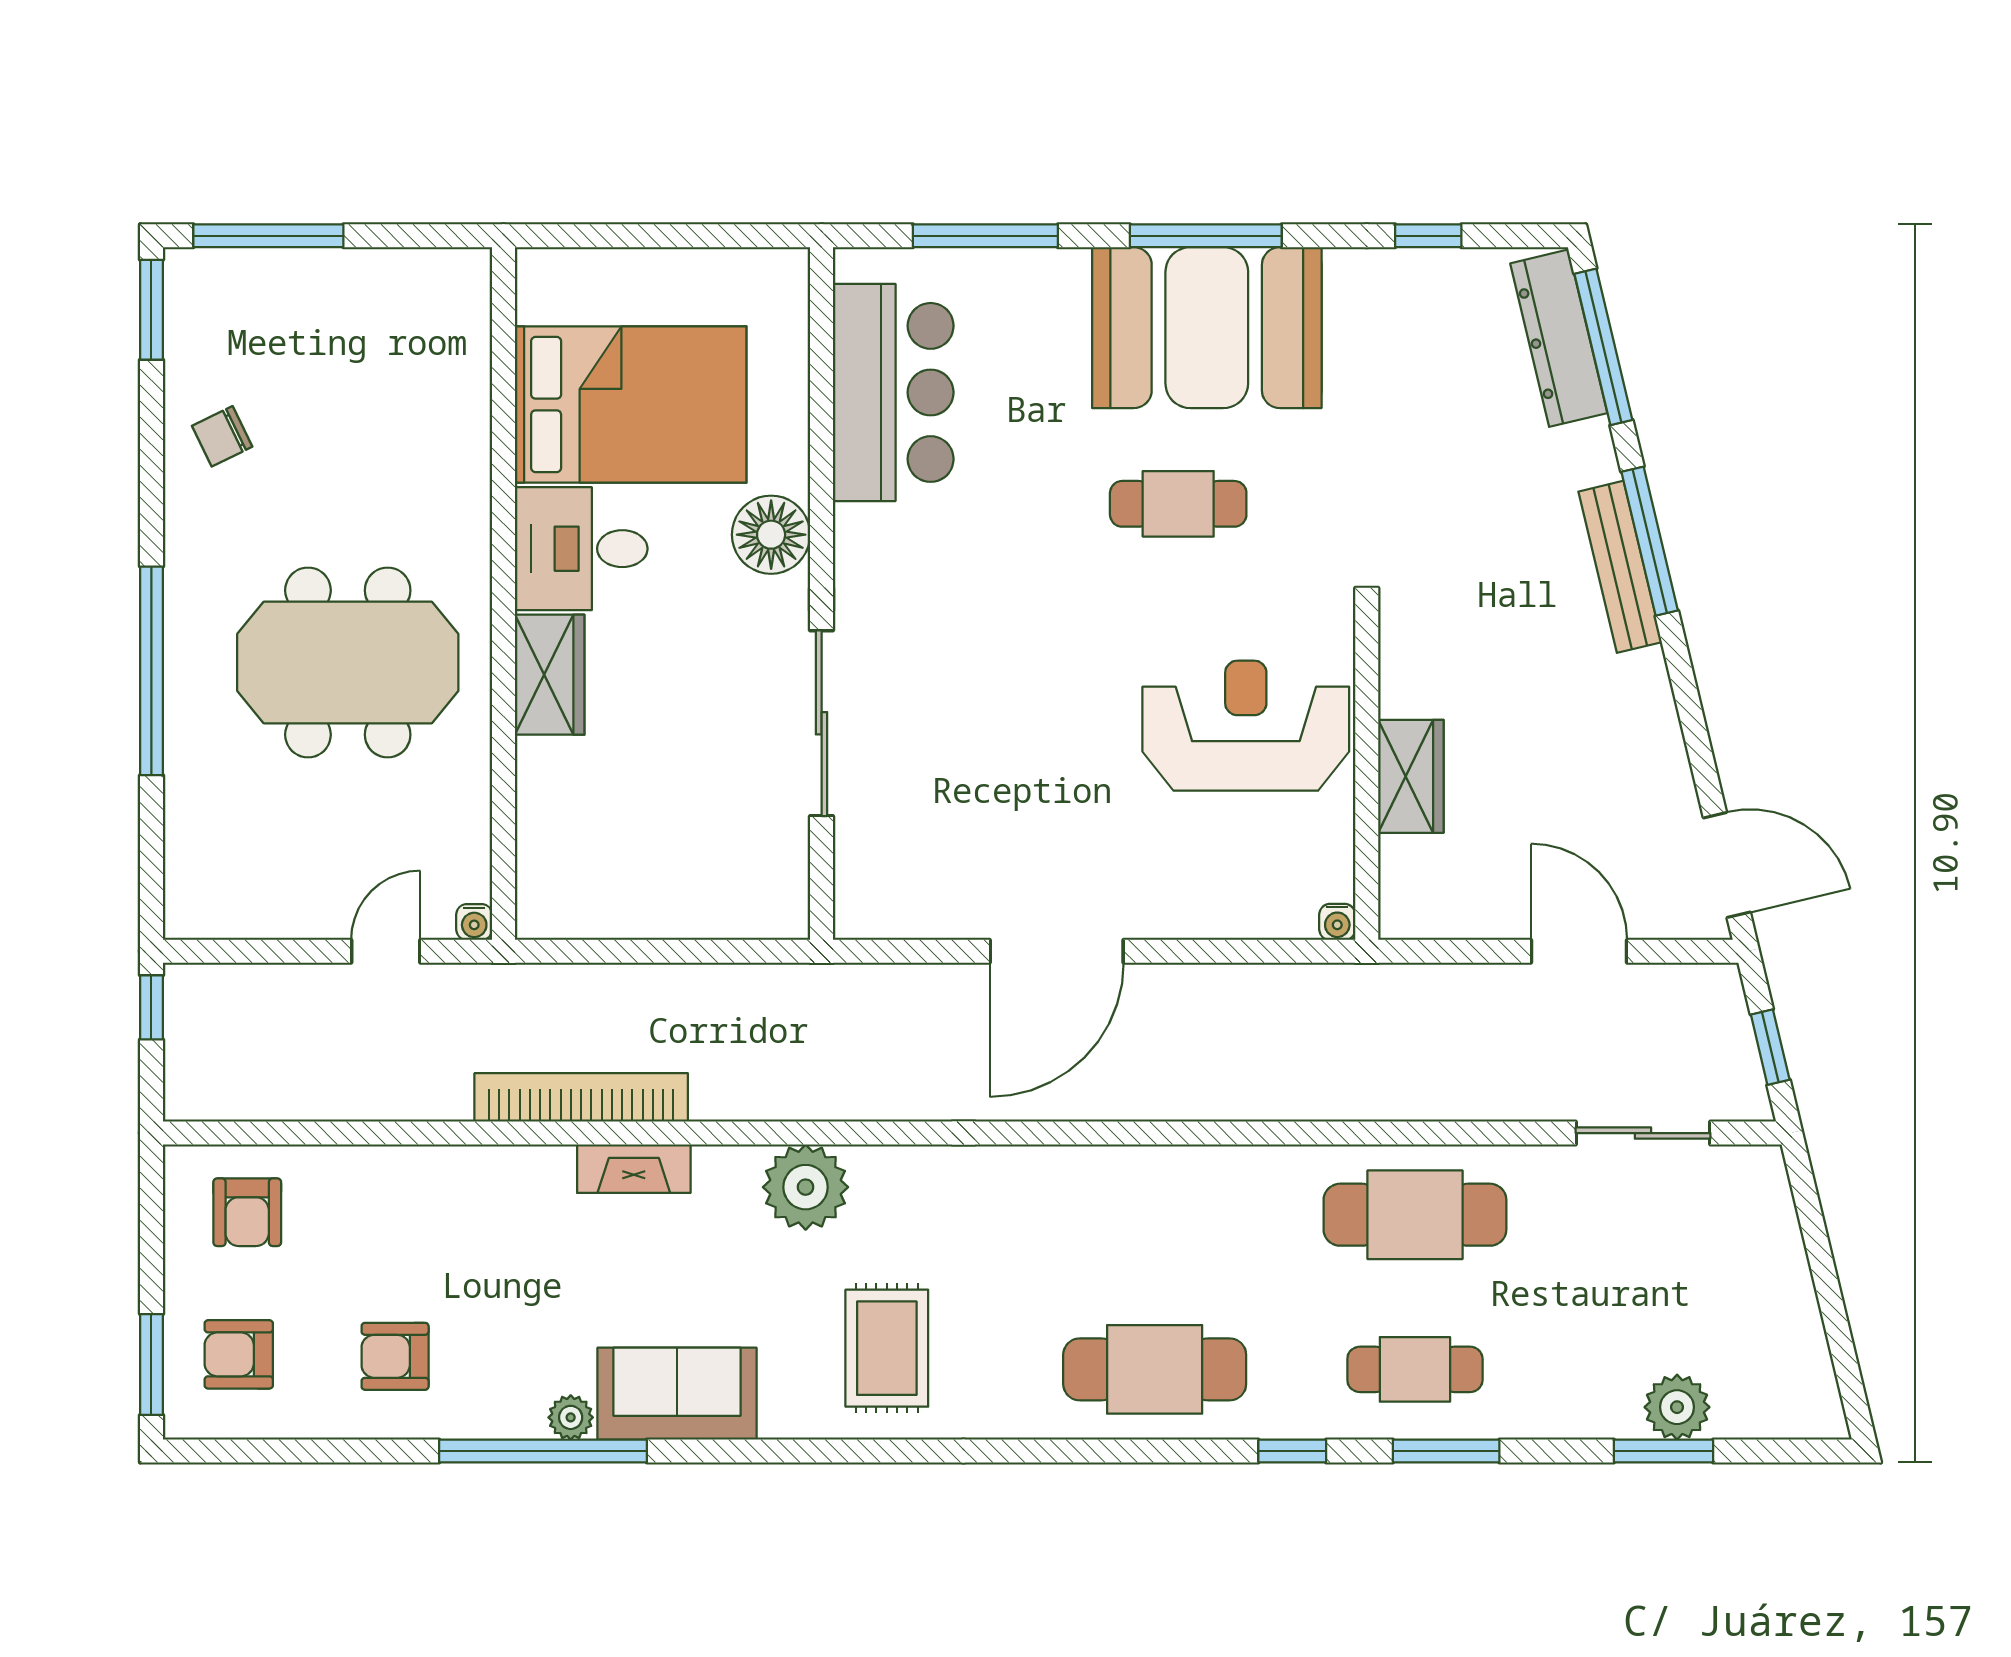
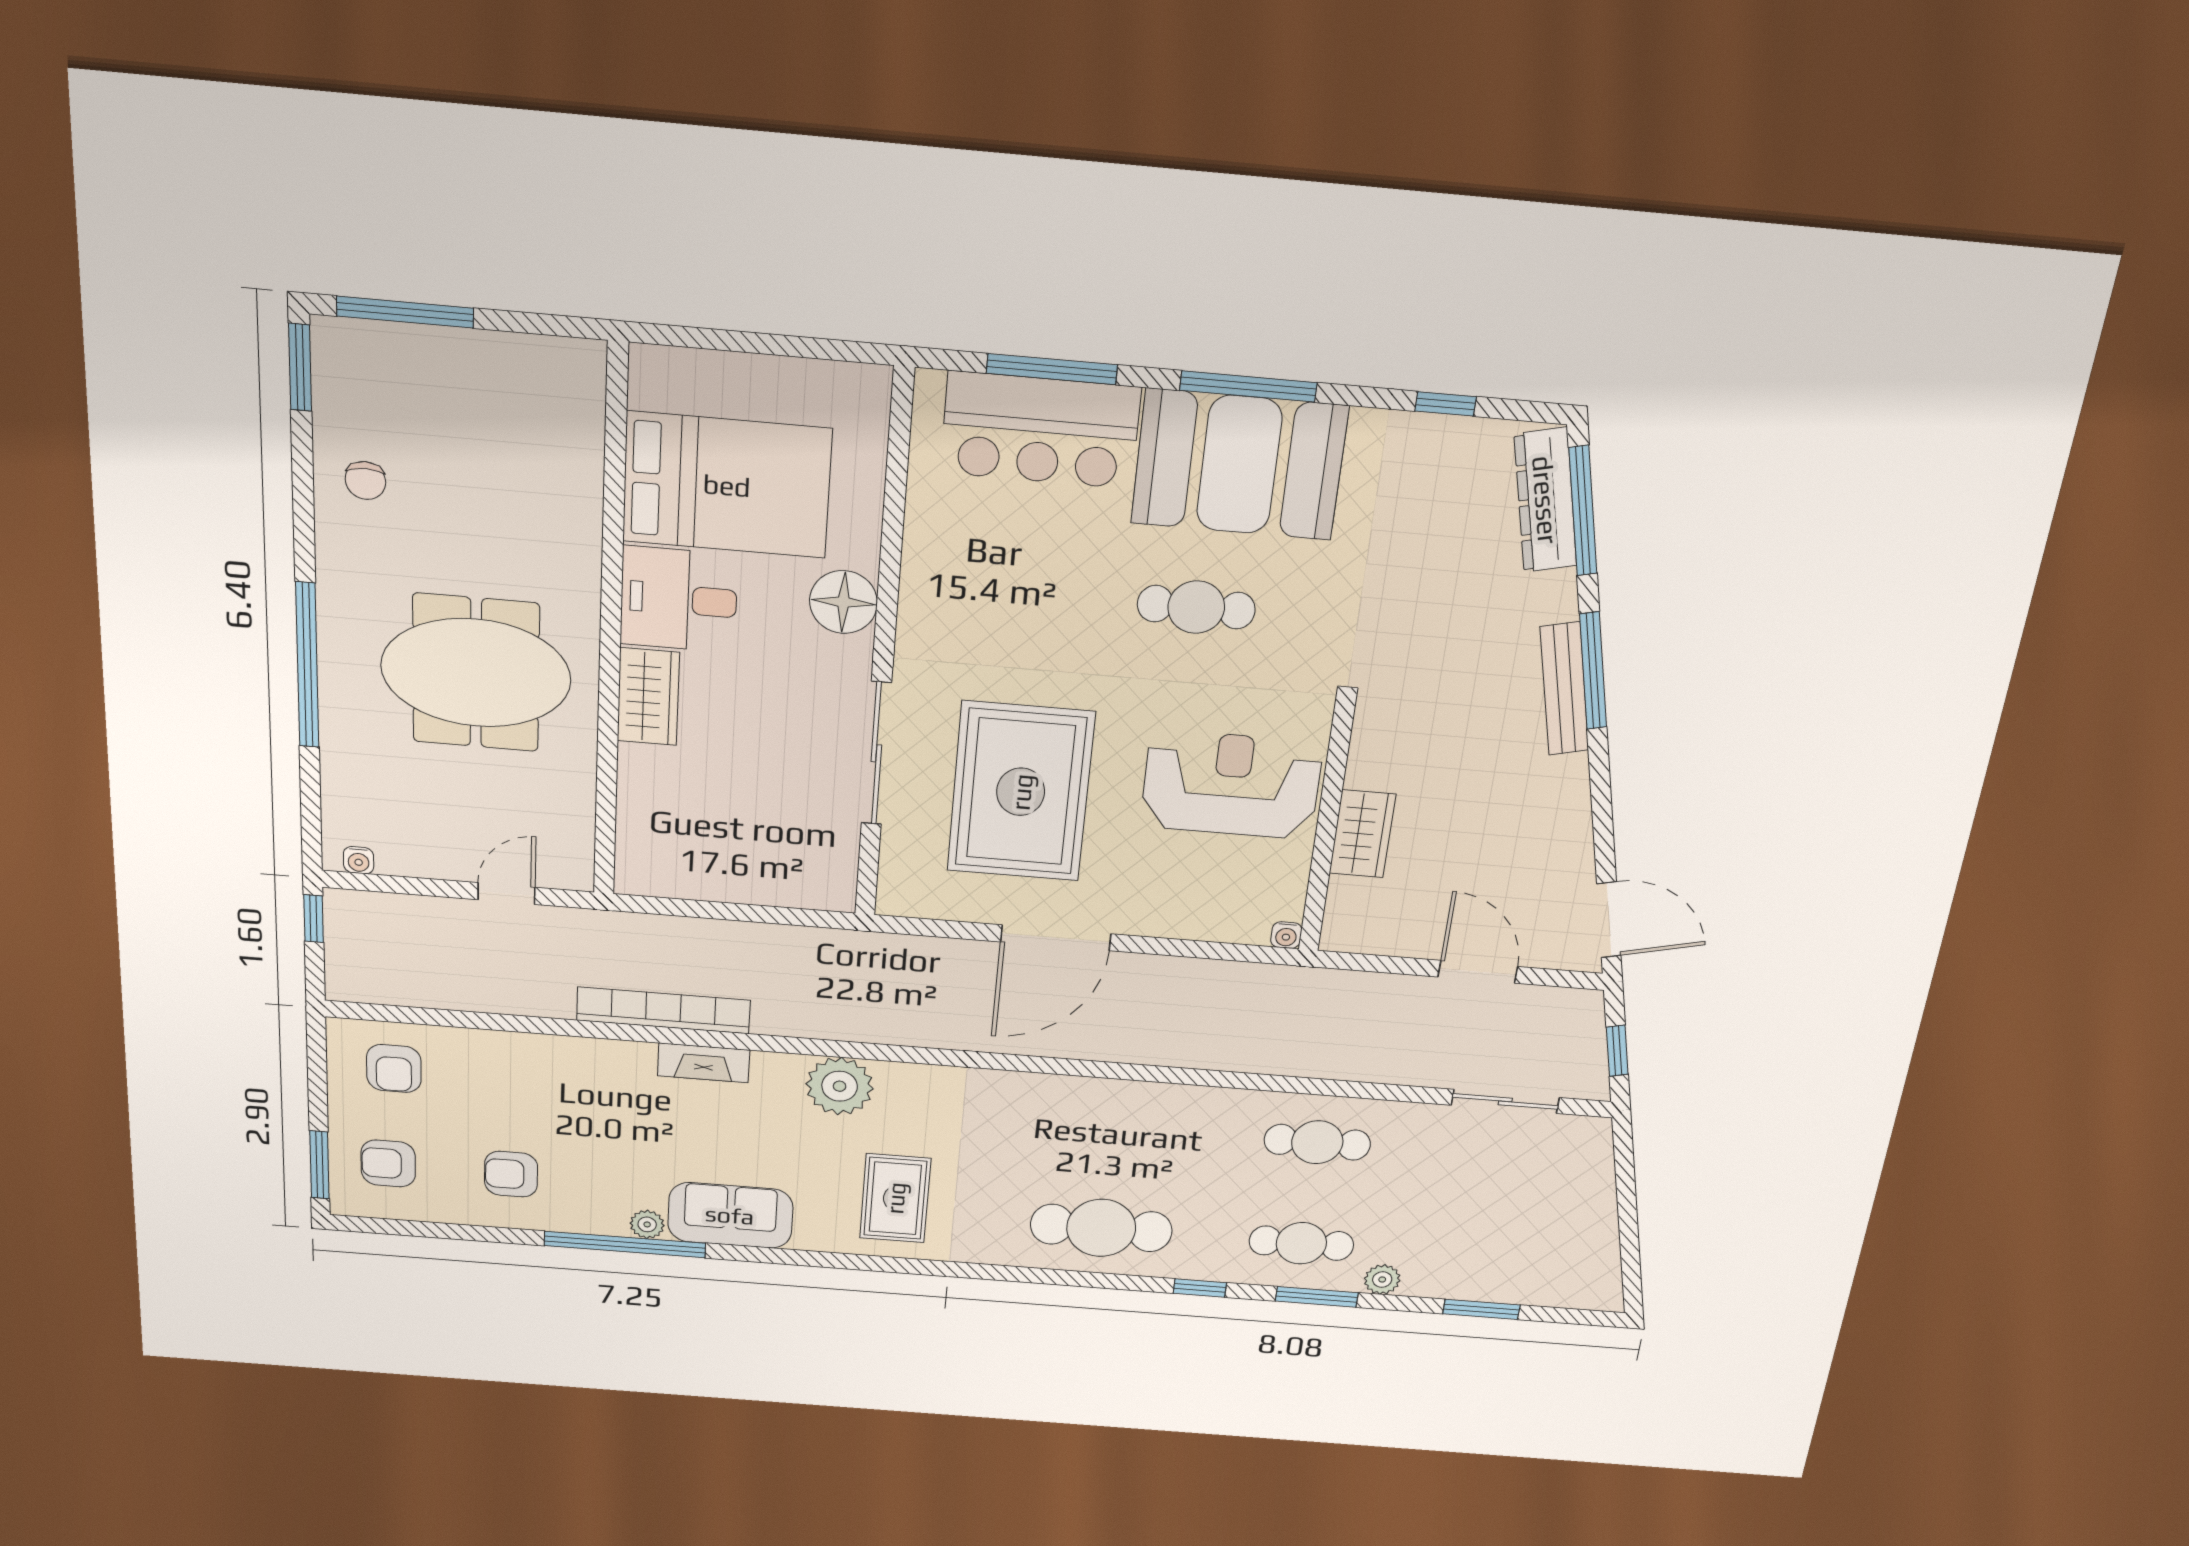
bar counter: (893, 392) -> (1040, 430), moved, turned 90
chair: (222, 436) -> (365, 481), turned -64
rug: (996, 758) -> (1021, 792), added
water cooler: (474, 922) -> (359, 860), moved
cafe table: (1415, 1215) -> (1317, 1142), width x0.73, depth x0.74
plant: (1677, 1407) -> (1382, 1280), moved, width x0.73, depth x0.73

